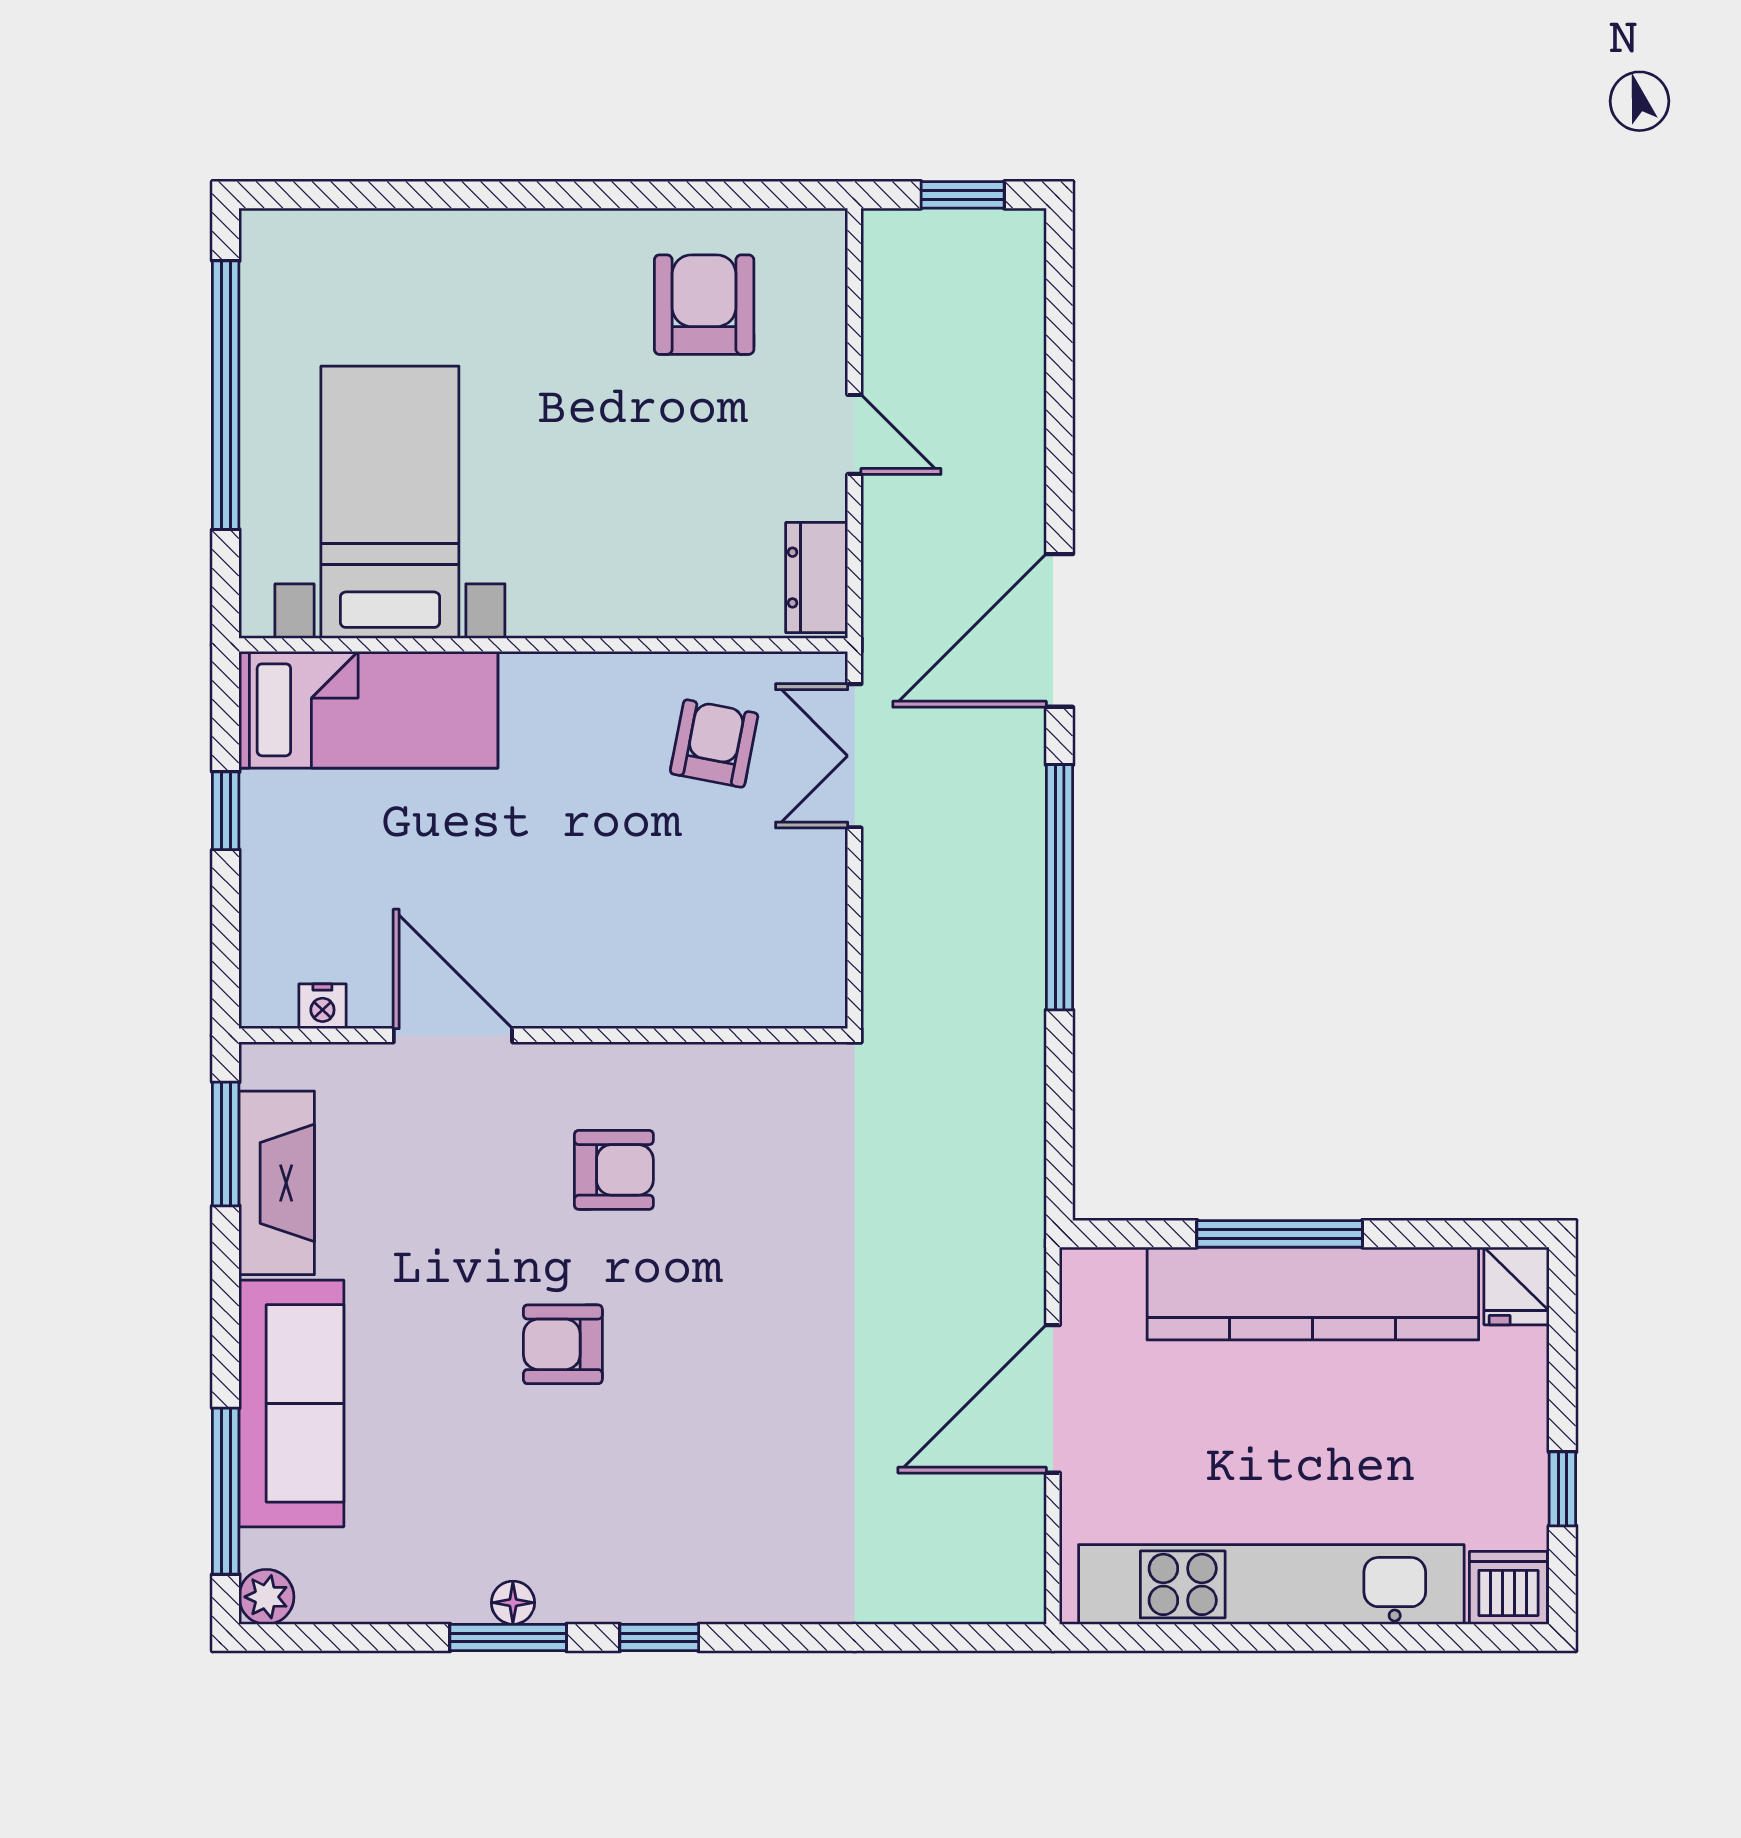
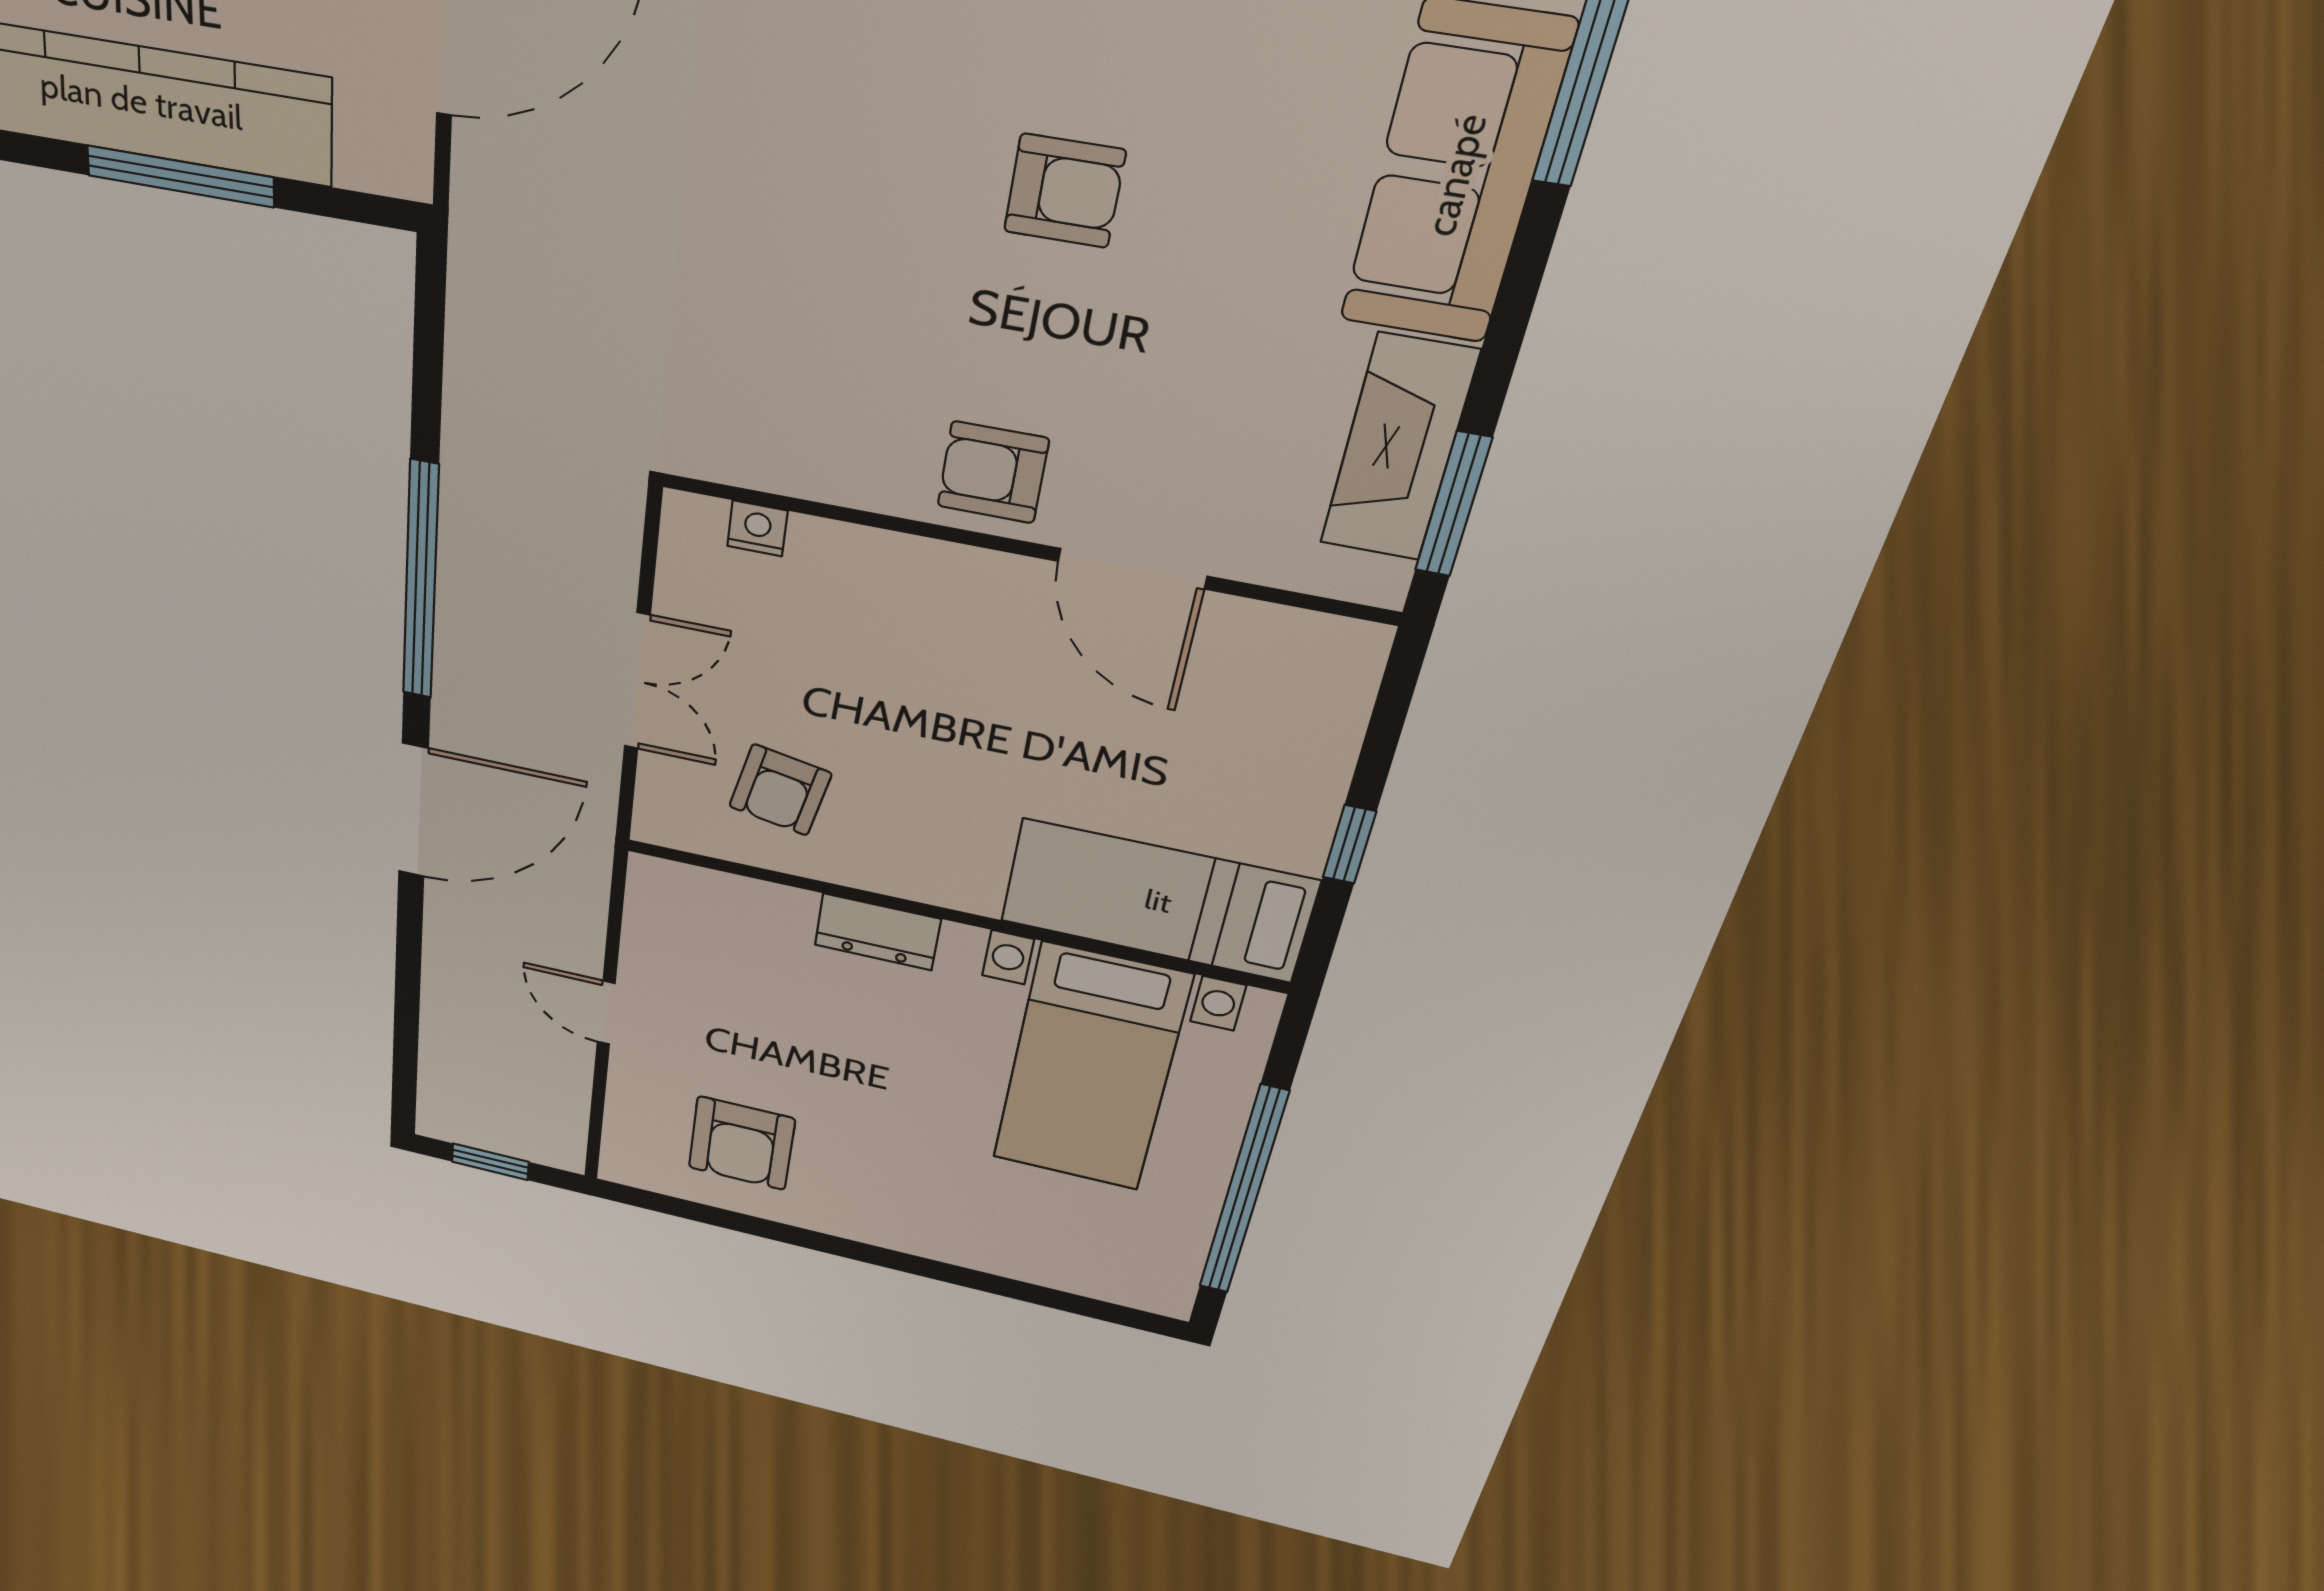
dresser: (817, 578) -> (877, 932), moved, turned 90
double door: (854, 756) -> (637, 682), moved
nightstand: (322, 1006) -> (757, 528), moved
armchair: (614, 1170) -> (993, 472), moved

